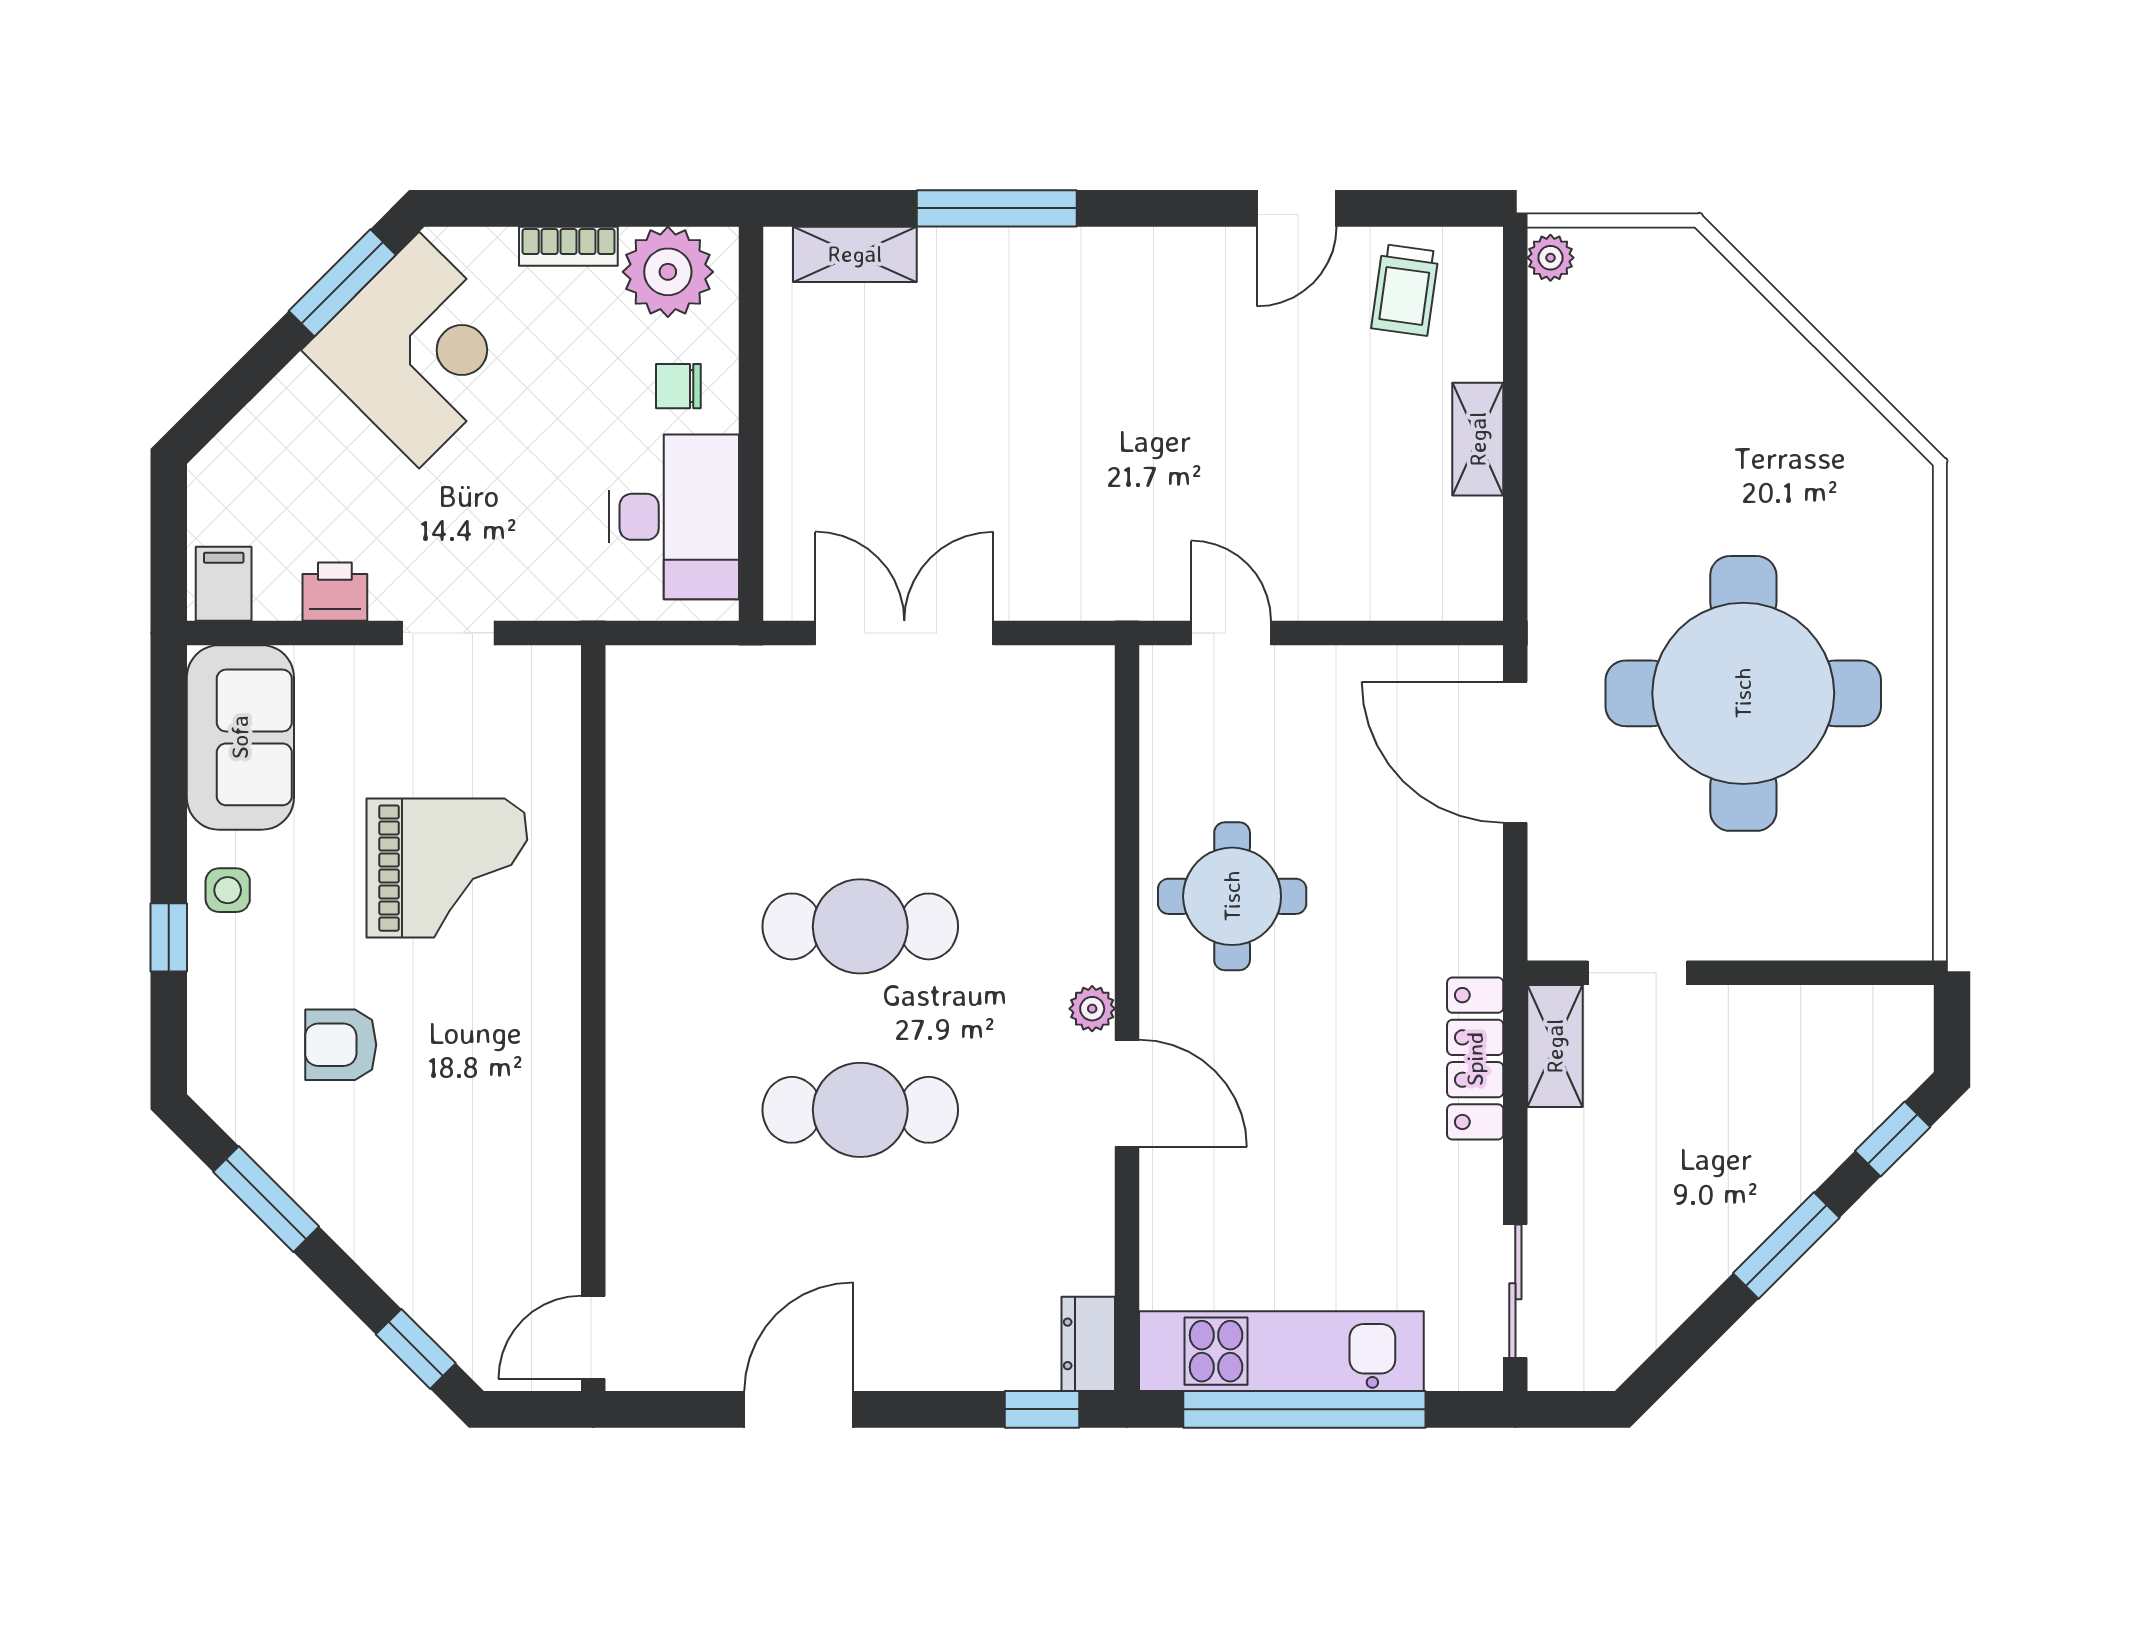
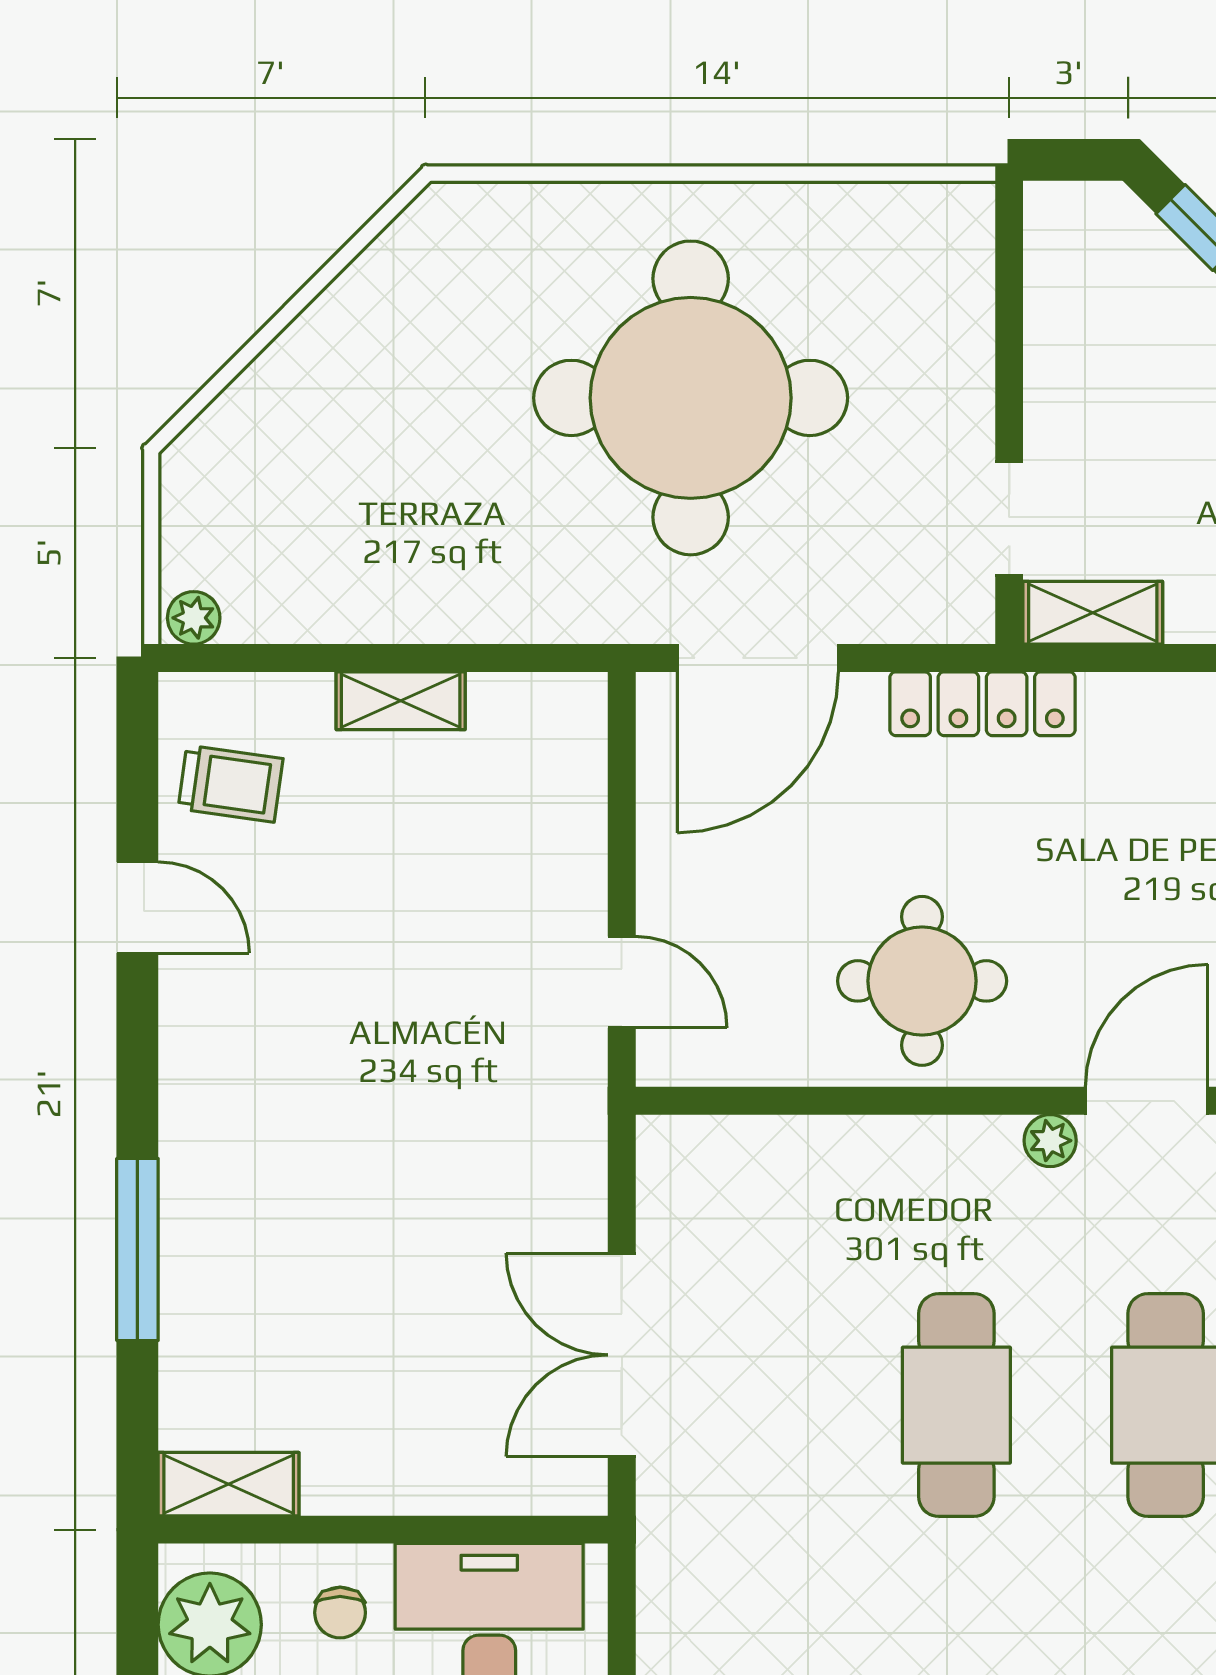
shelving: (855, 254) -> (229, 1484), moved, turned 90
door: (1231, 633) -> (622, 982), swing flipped
locker: (1475, 1059) -> (983, 704), moved

